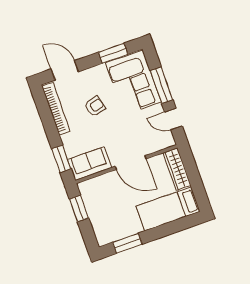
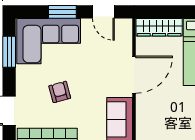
window: (161, 85) -> (62, 12), width x0.69
door: (173, 119) -> (103, 12), hinge flipped

